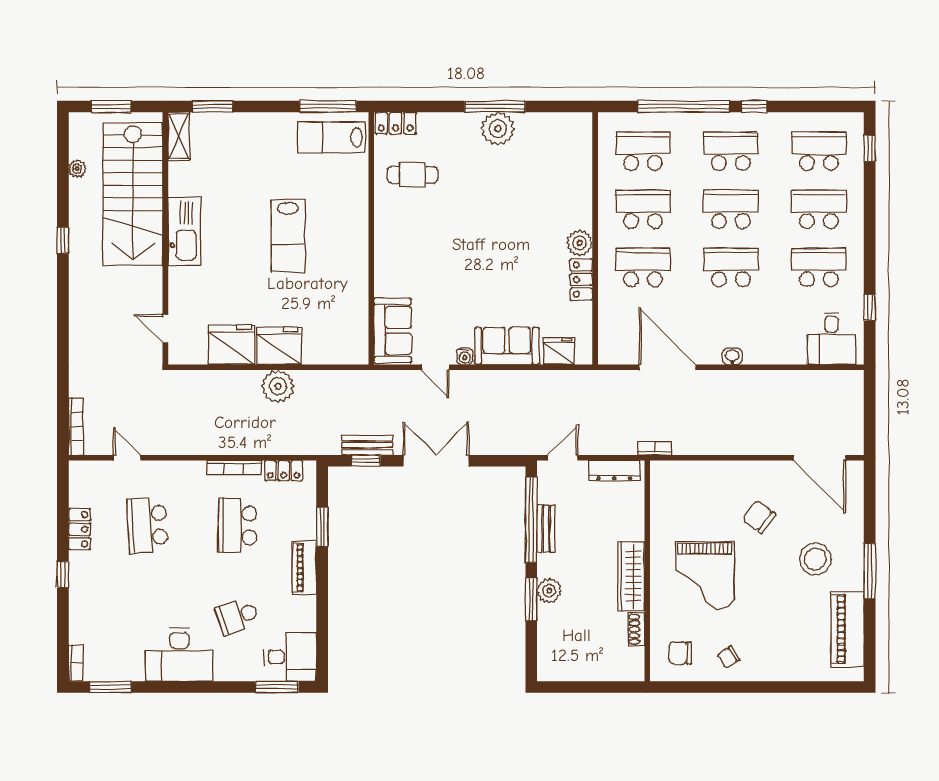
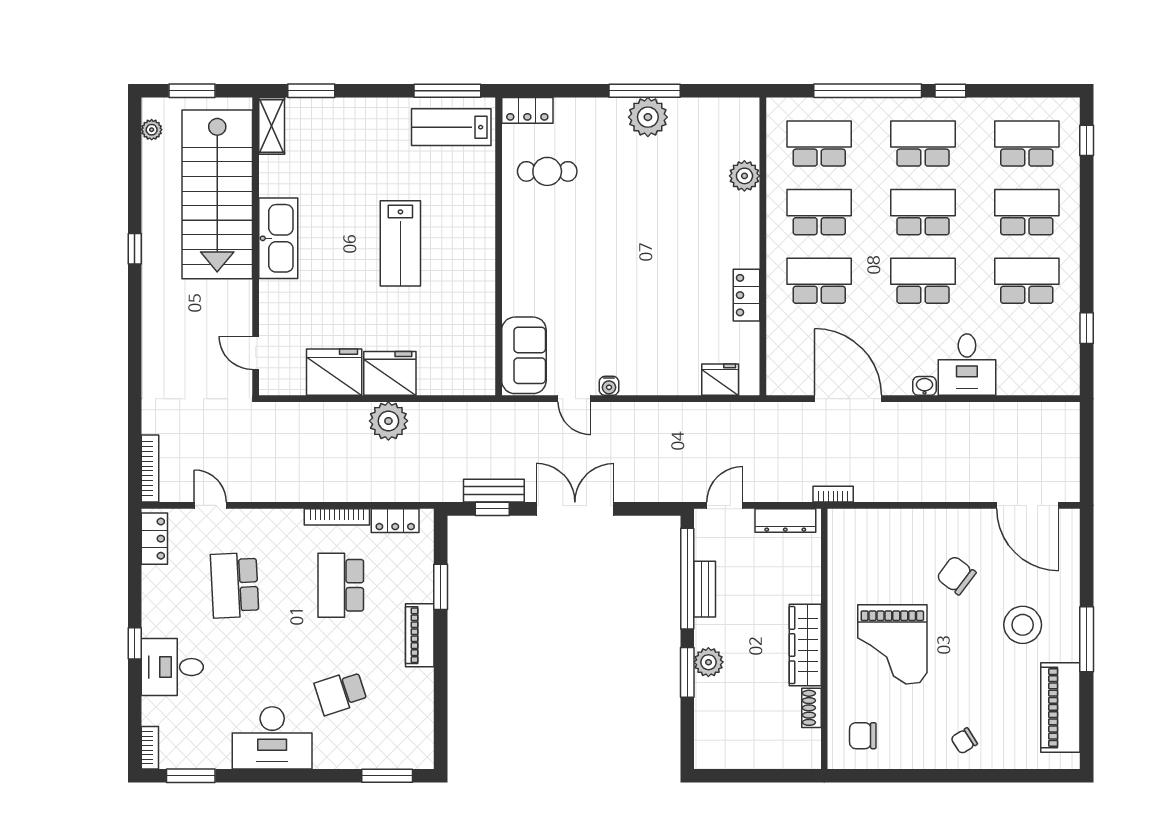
plant: (77, 169) -> (152, 130), moved
plant: (580, 243) -> (744, 176), moved
desk: (832, 338) -> (967, 365), moved
sofa: (507, 346) -> (659, 373), removed
locker: (80, 529) -> (154, 539), moved
desk: (290, 657) -> (172, 667), moved, turned 180
chair: (729, 657) -> (964, 741), moved

